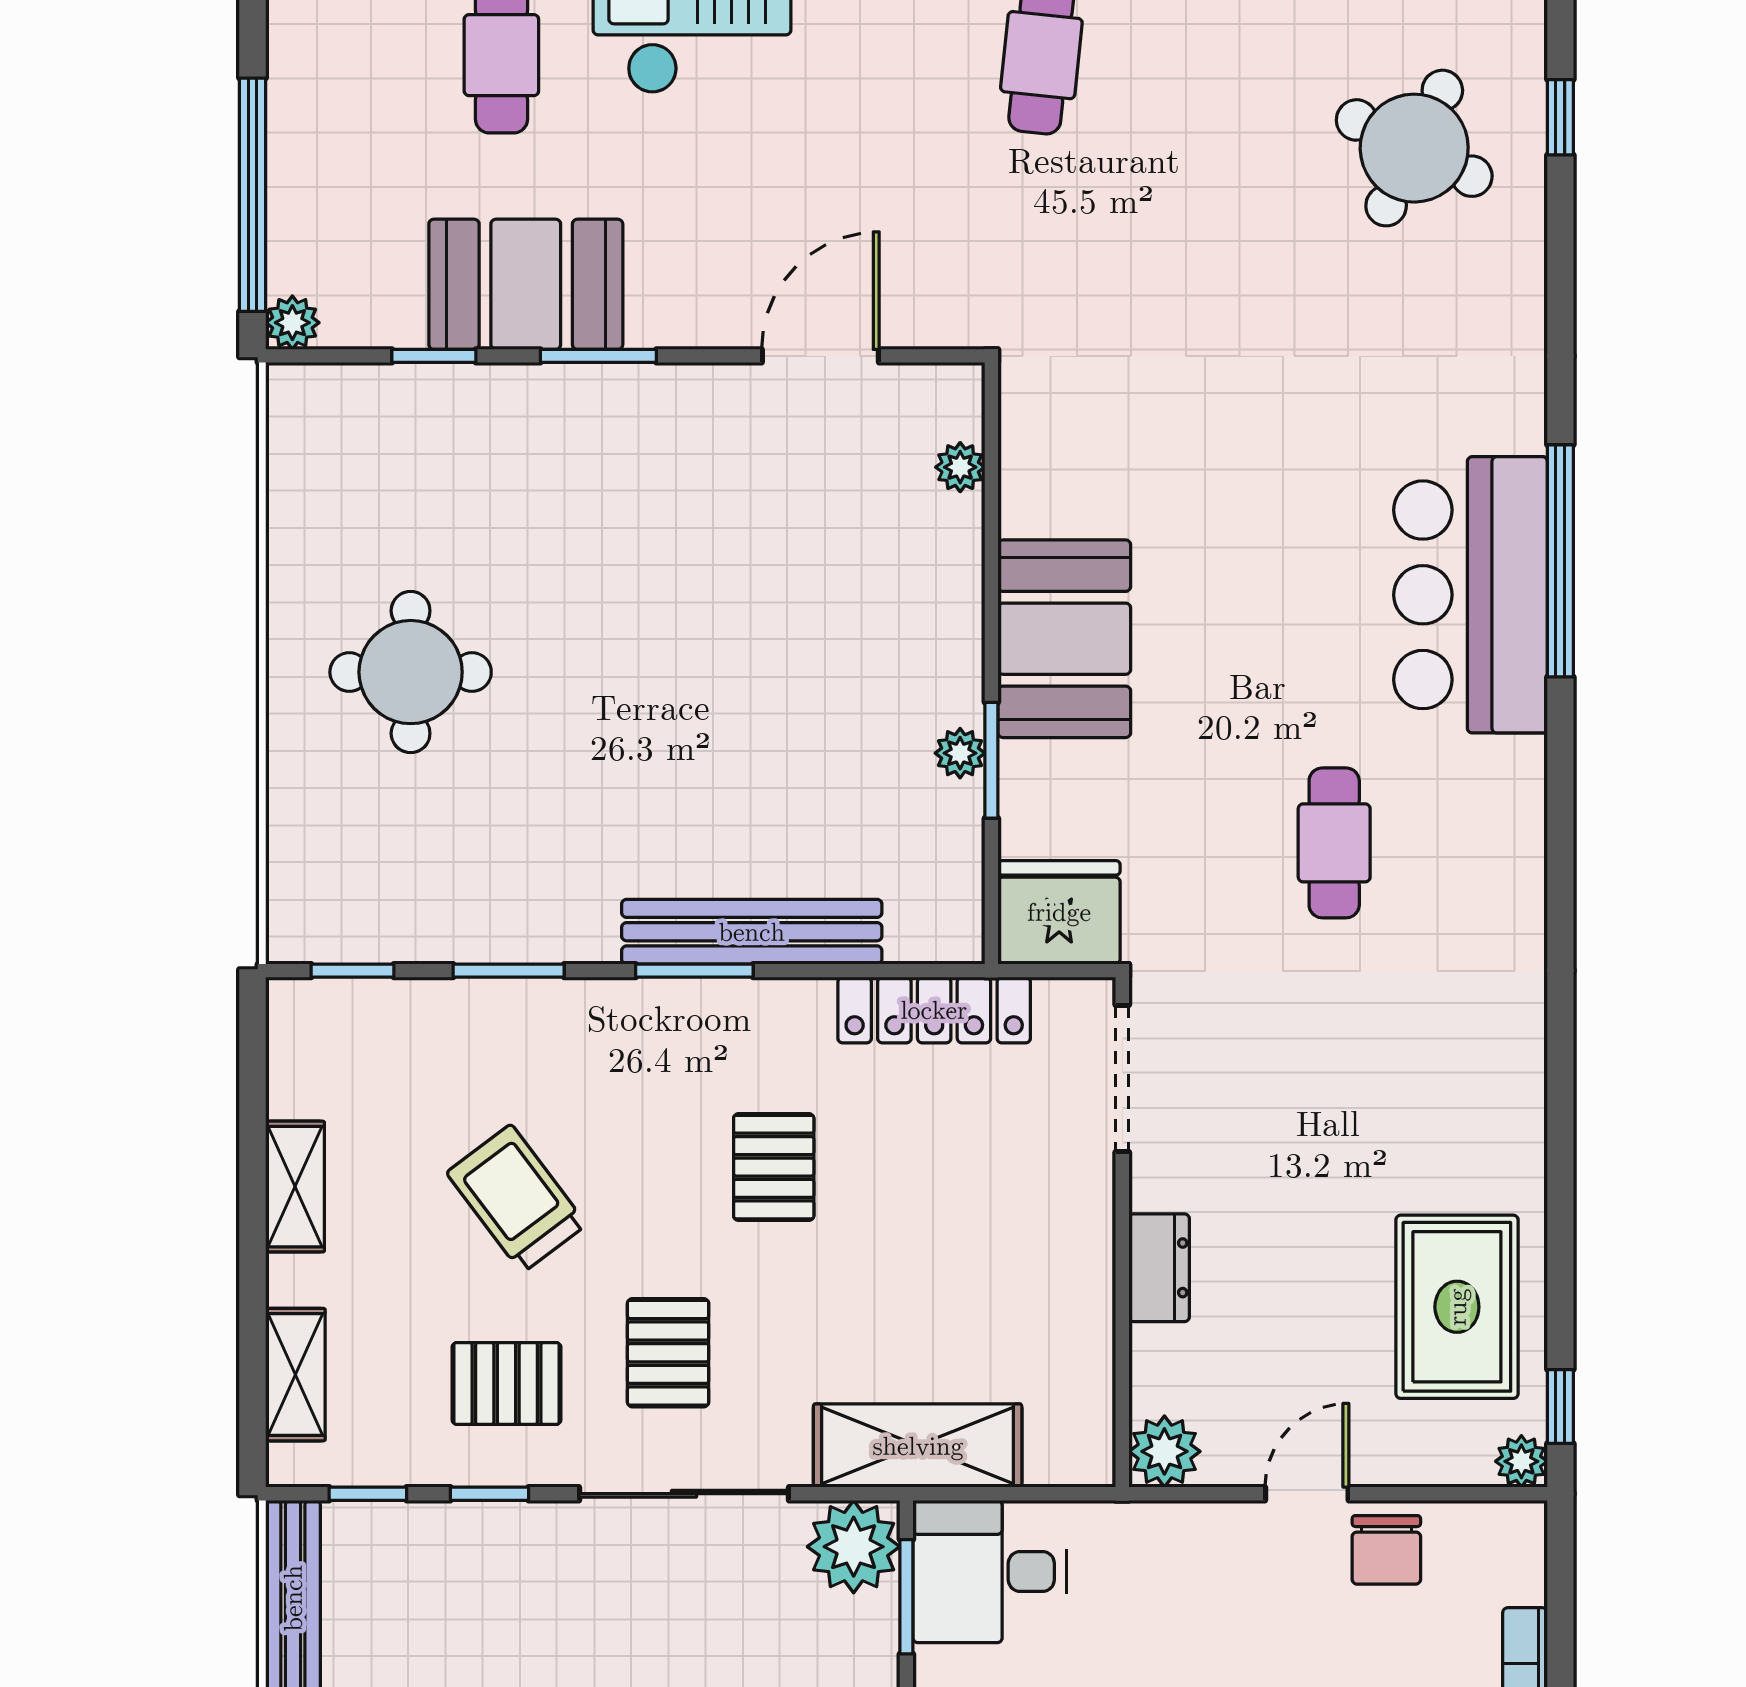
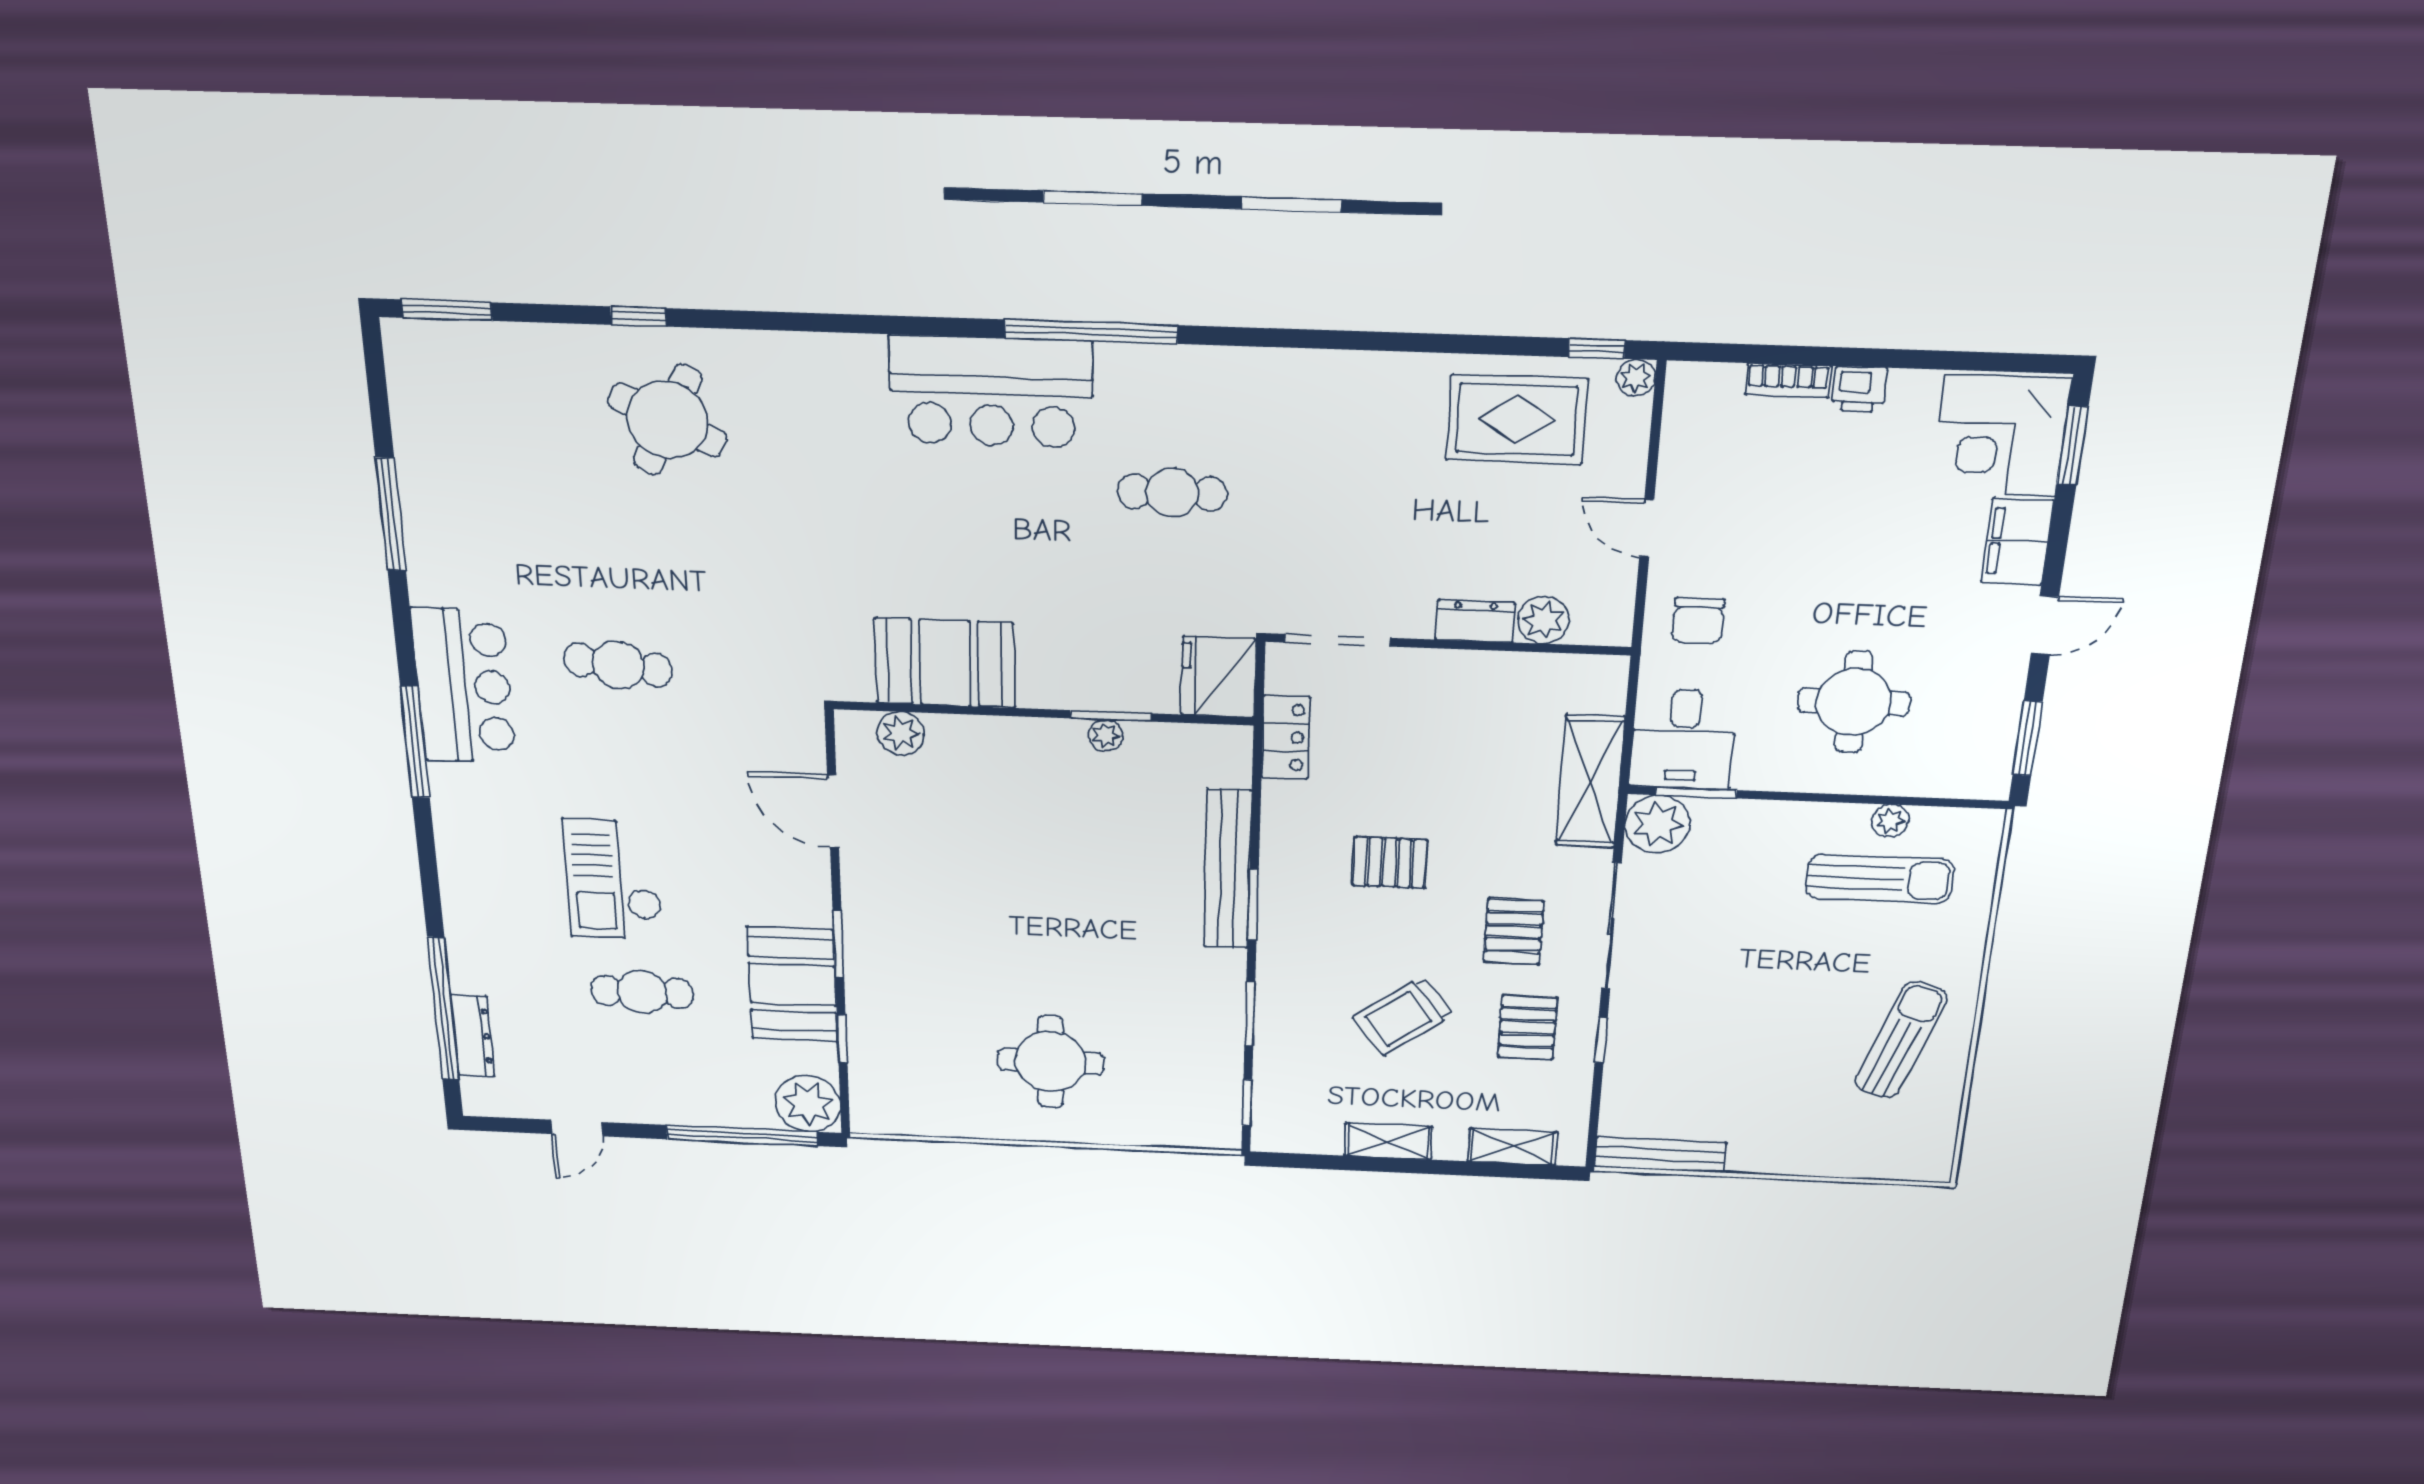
plant: (292, 323) -> (808, 1104), width x1.87, depth x1.87
plant: (960, 467) -> (901, 733), width x1.38, depth x1.38
window: (1560, 561) -> (1091, 332), moved
booth: (1064, 639) -> (945, 663), moved
locker: (934, 1010) -> (1286, 737), width x0.66
pallet: (668, 1353) -> (1514, 932), turned 90
plant: (1164, 1451) -> (1543, 620), moved
window: (368, 1494) -> (1595, 1110), removed
chair: (1386, 1550) -> (1698, 621), moved, turned 90

